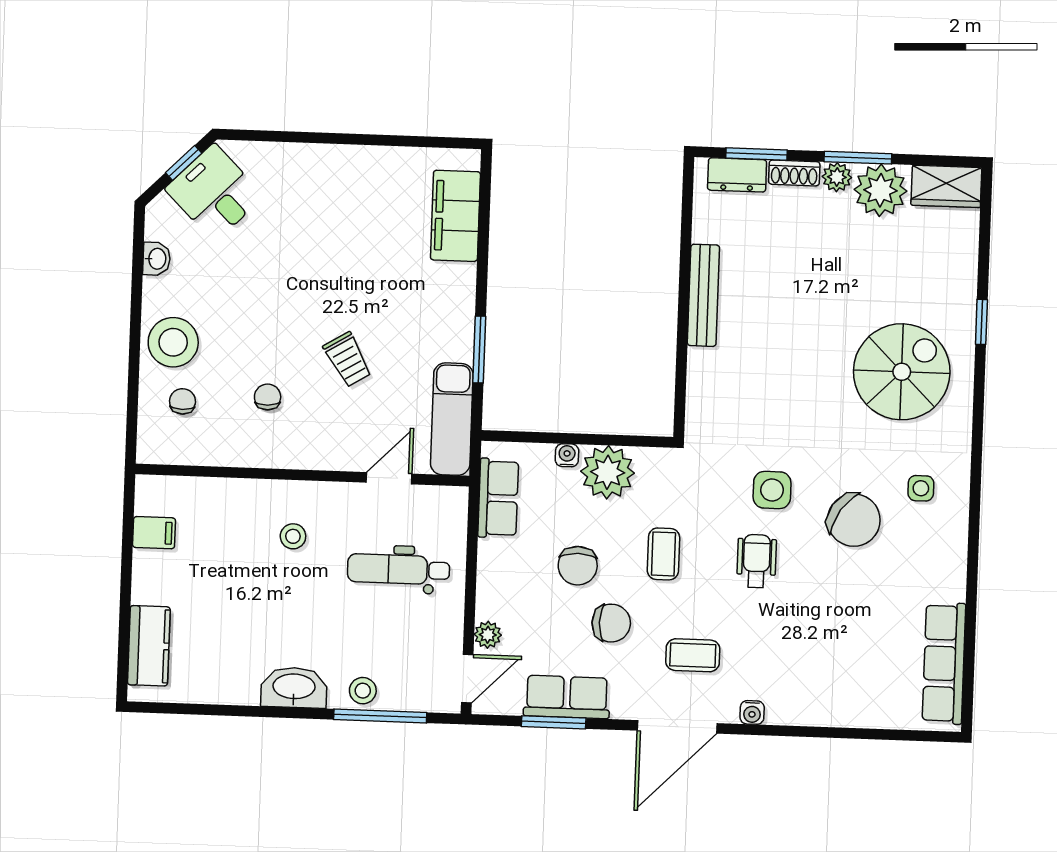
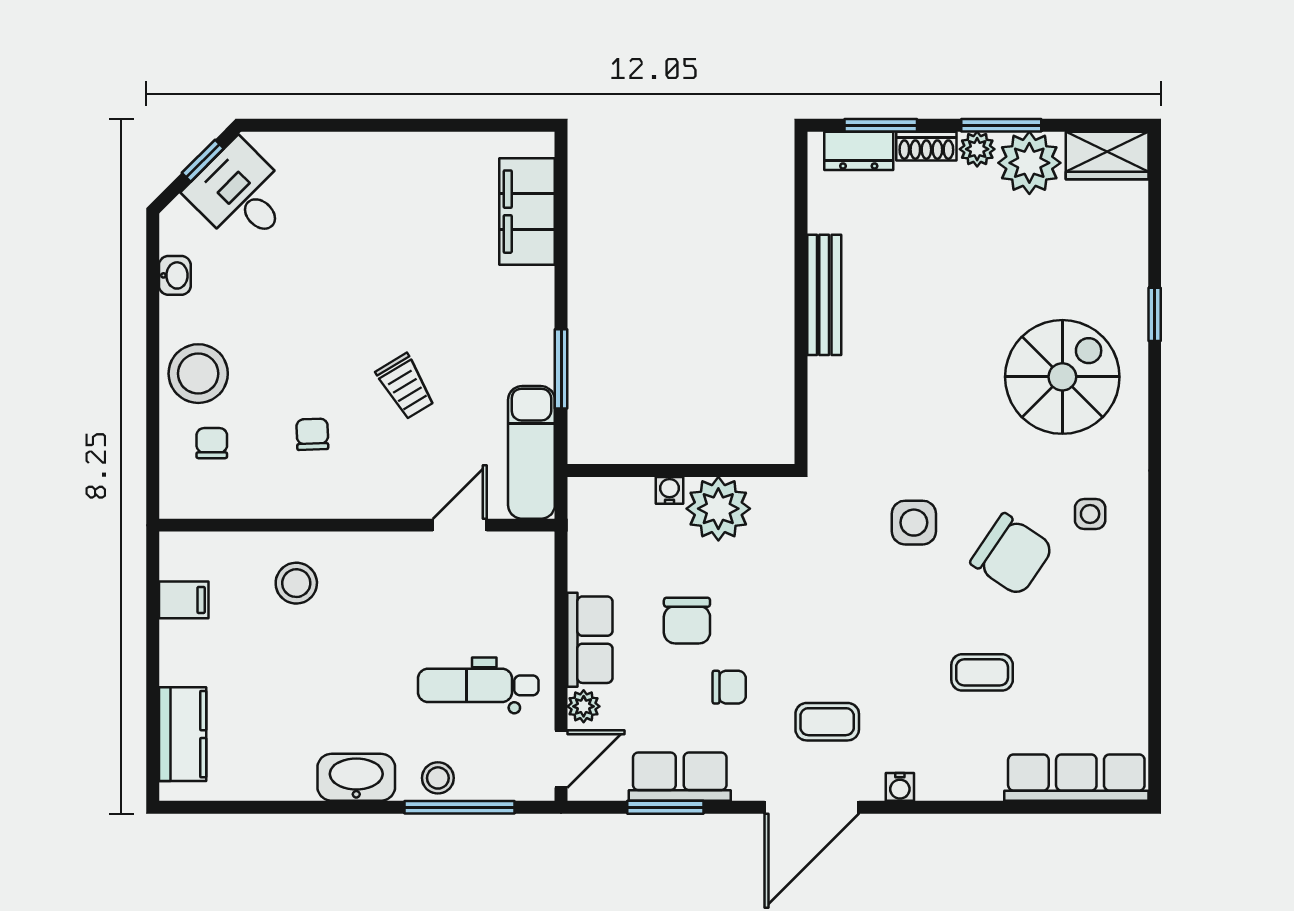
row of seats: (498, 498) -> (590, 640), moved
stool: (293, 536) -> (296, 583), moved, width x1.37, depth x1.37
coffee table: (663, 554) -> (982, 672), moved, turned 90
wheelchair: (757, 561) -> (899, 607), removed
dental chair: (398, 569) -> (478, 685), moved
chair: (611, 623) -> (729, 687), width x0.73, depth x0.73
row of seats: (944, 663) -> (1076, 778), moved, turned 90

